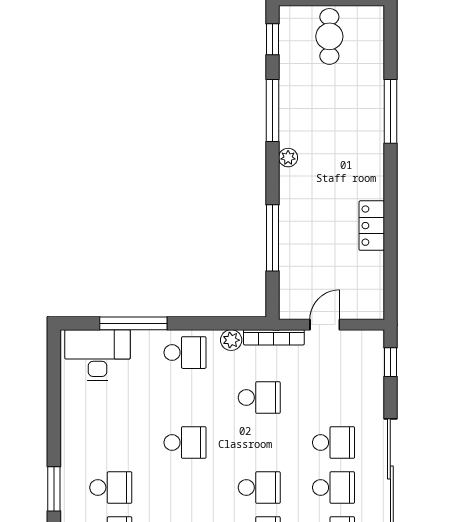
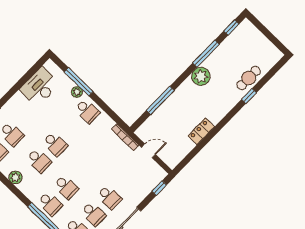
cafe table: (329, 36) -> (249, 78), moved
window: (390, 111) -> (249, 96), width x0.46
plant: (288, 158) -> (201, 76), width x1.87, depth x1.87
plant: (231, 340) -> (77, 92), moved
desk: (98, 355) -> (40, 87), moved, turned -90
school desk: (259, 398) -> (39, 161), moved

